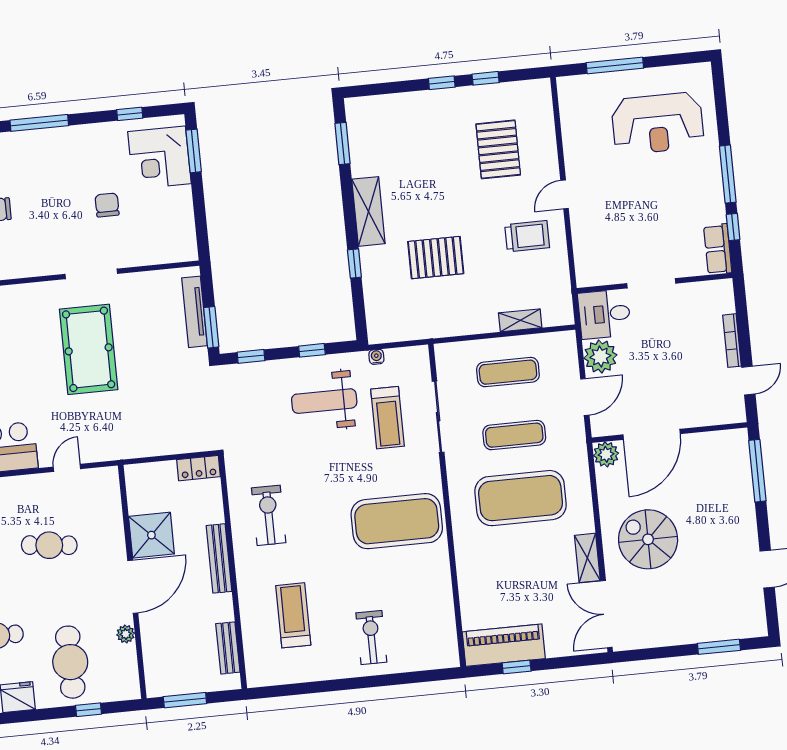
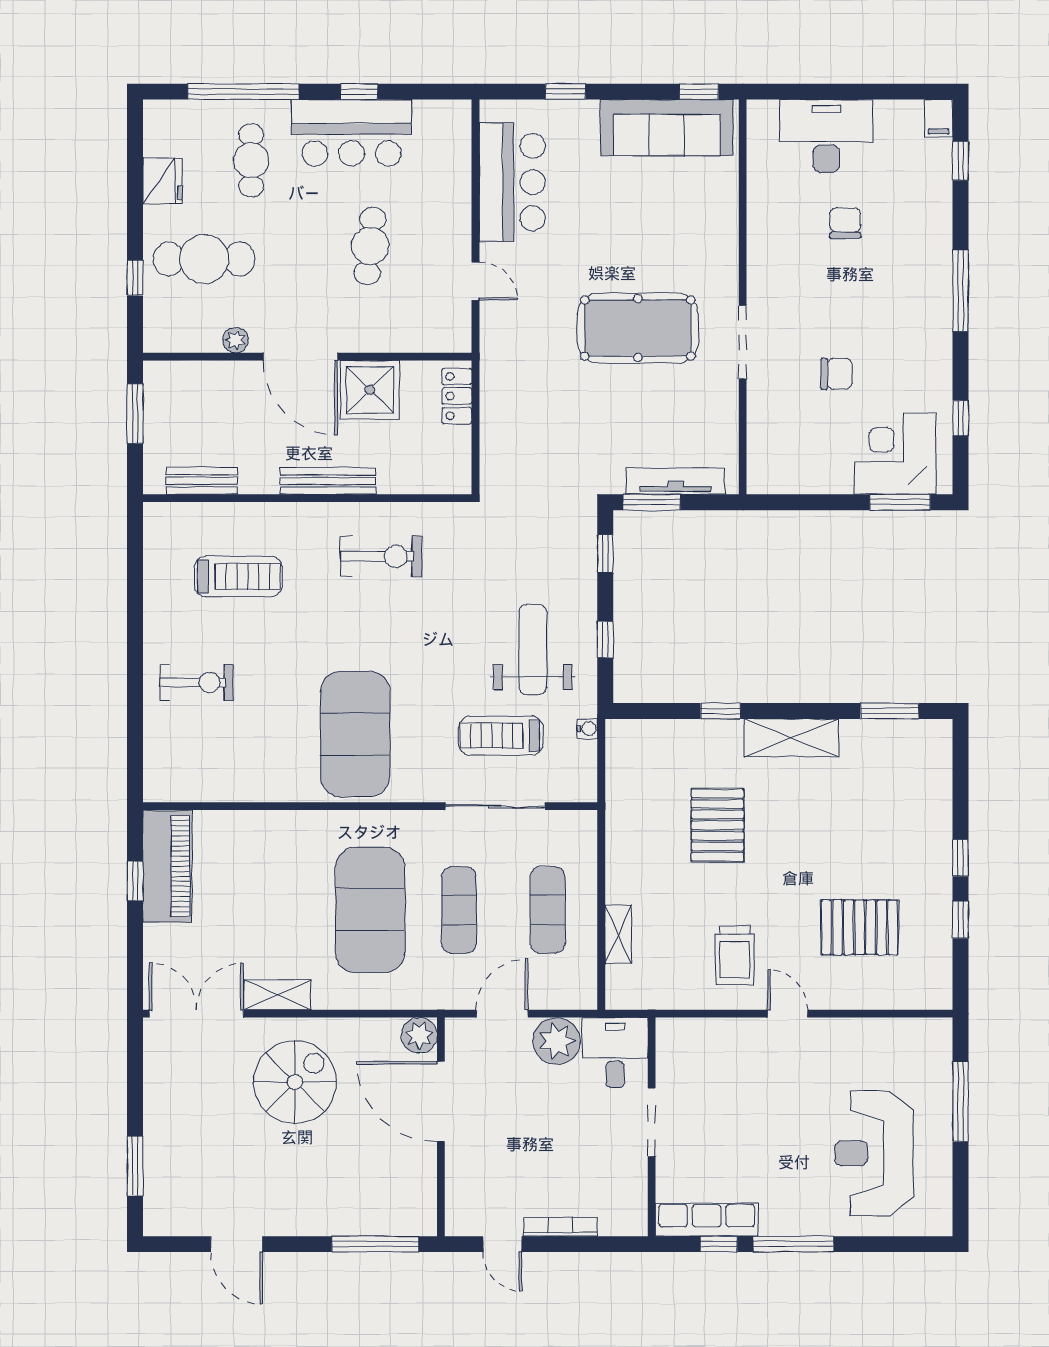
row of seats: (718, 249) -> (707, 1220), width x1.48
door: (585, 397) -> (502, 1014), swing flipped
locker: (199, 468) -> (457, 396), moved

